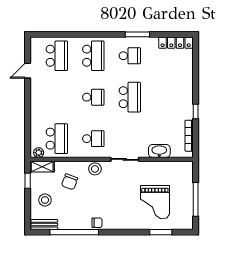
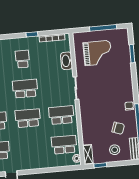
school desk: (93, 97) -> (28, 118), width x1.85
school desk: (166, 97) -> (22, 59), added
school desk: (93, 139) -> (61, 115), width x1.85
stool: (95, 169) -> (86, 112), removed
chair: (70, 182) -> (118, 128), moved
grand piano: (155, 202) -> (98, 53), moved

